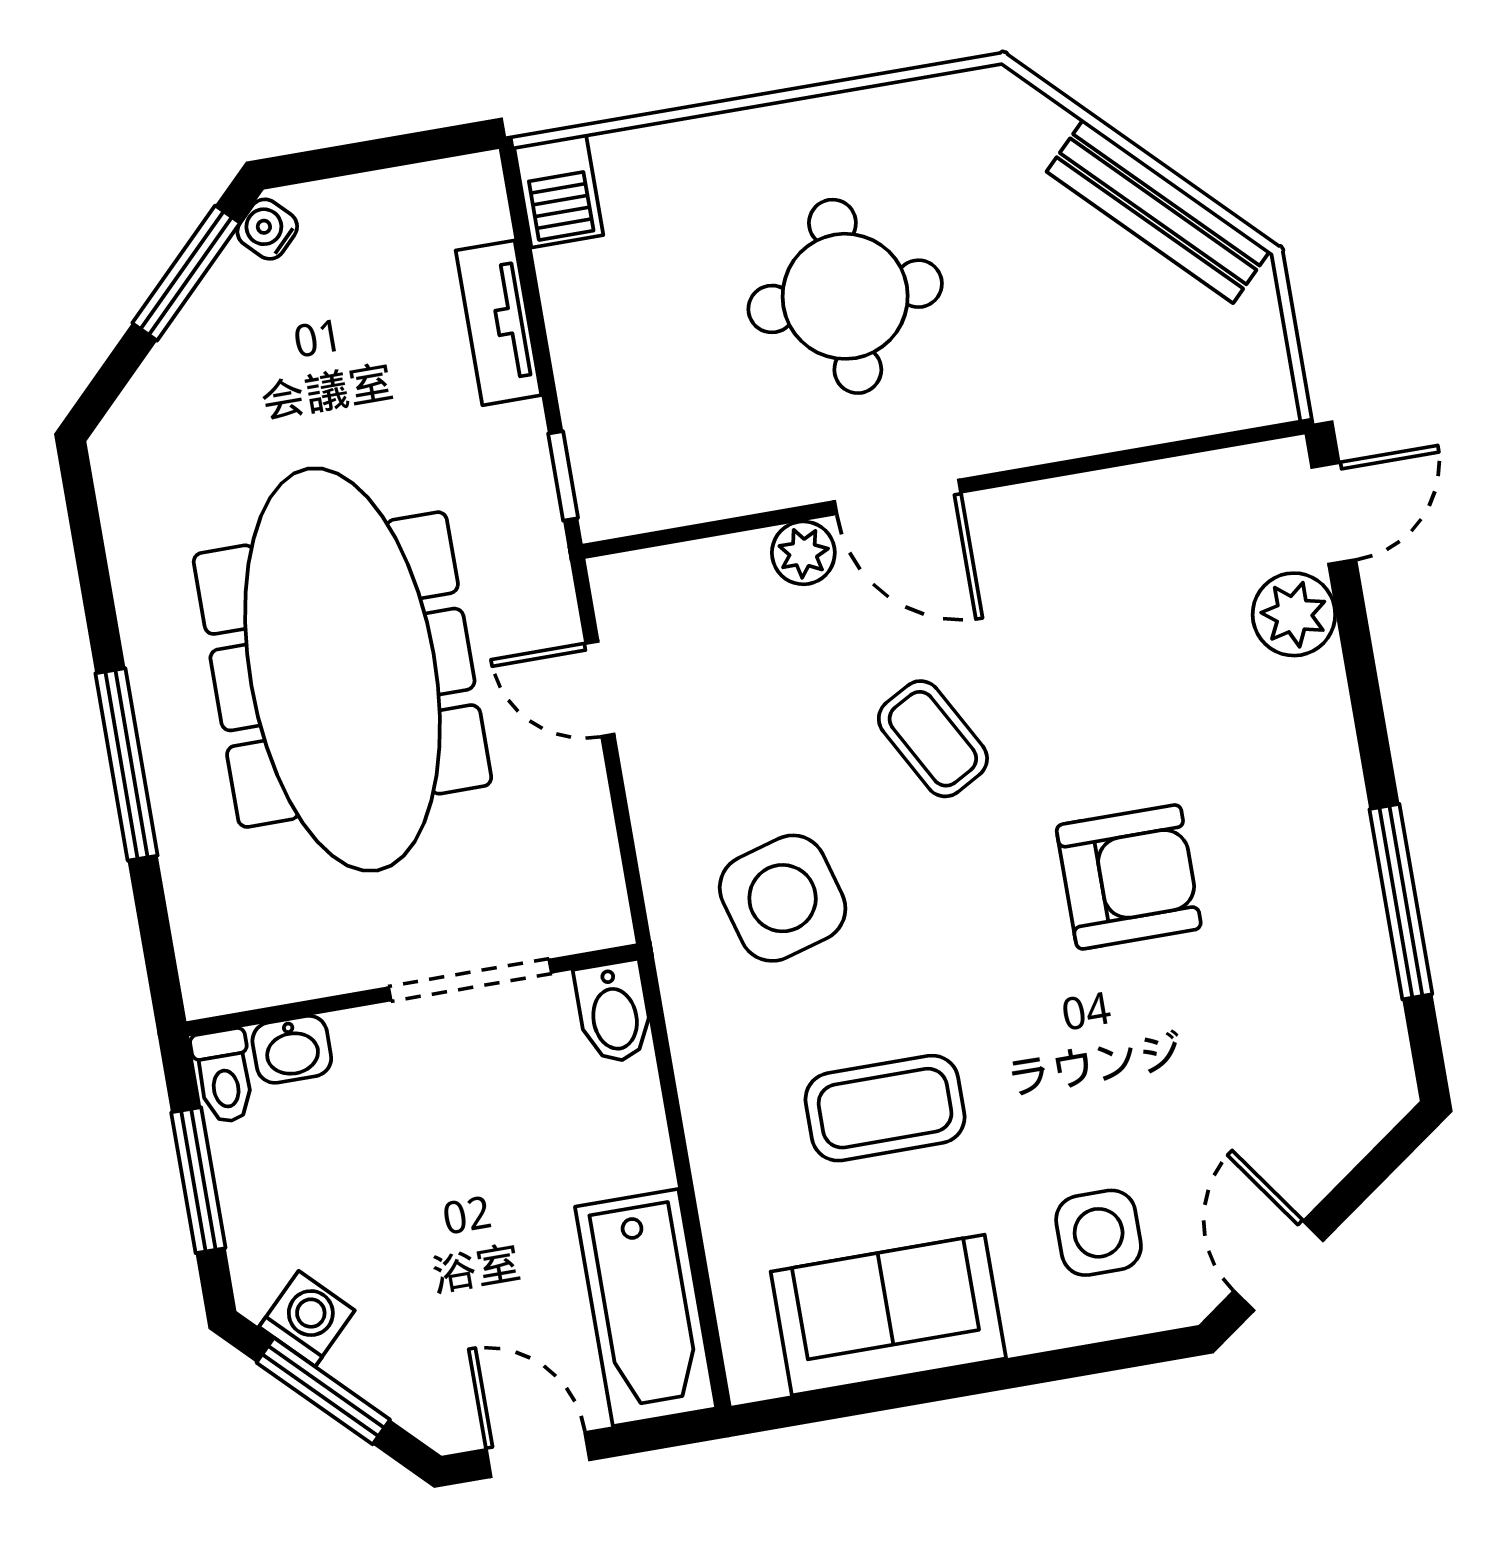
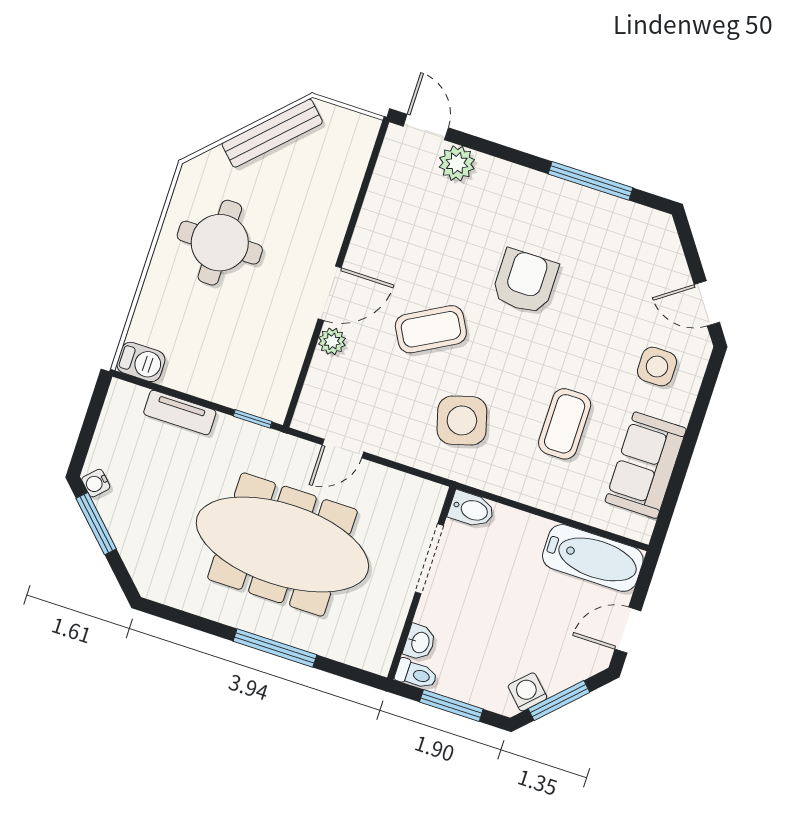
round table: (845, 296) -> (220, 243), moved
coffee table: (933, 739) -> (431, 329), width x1.36, depth x1.30

